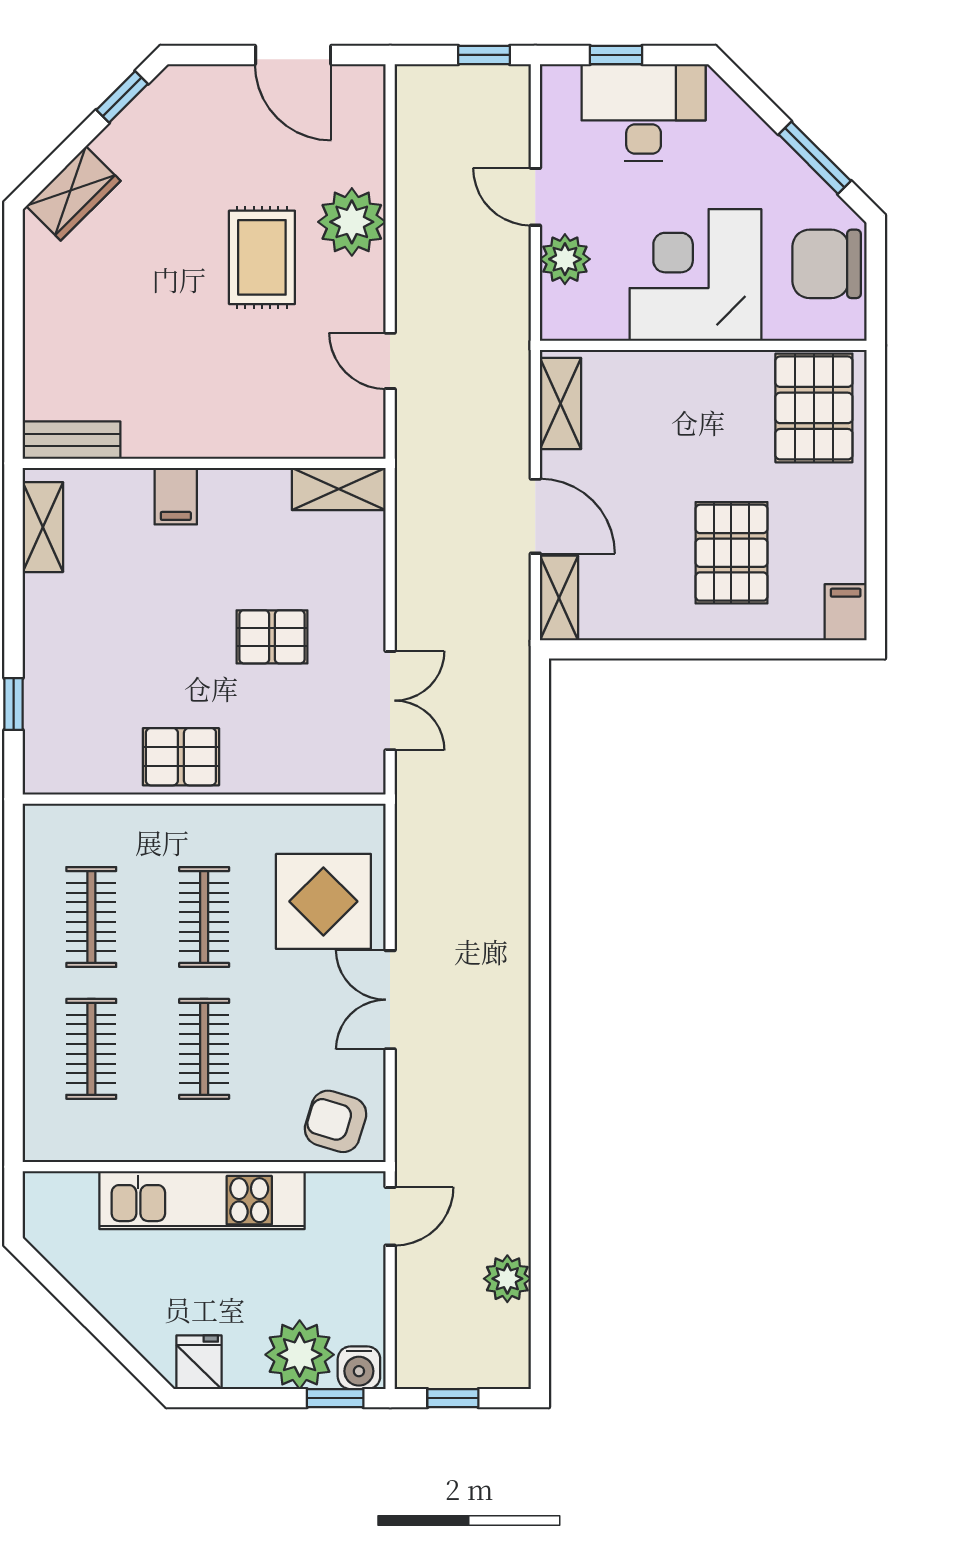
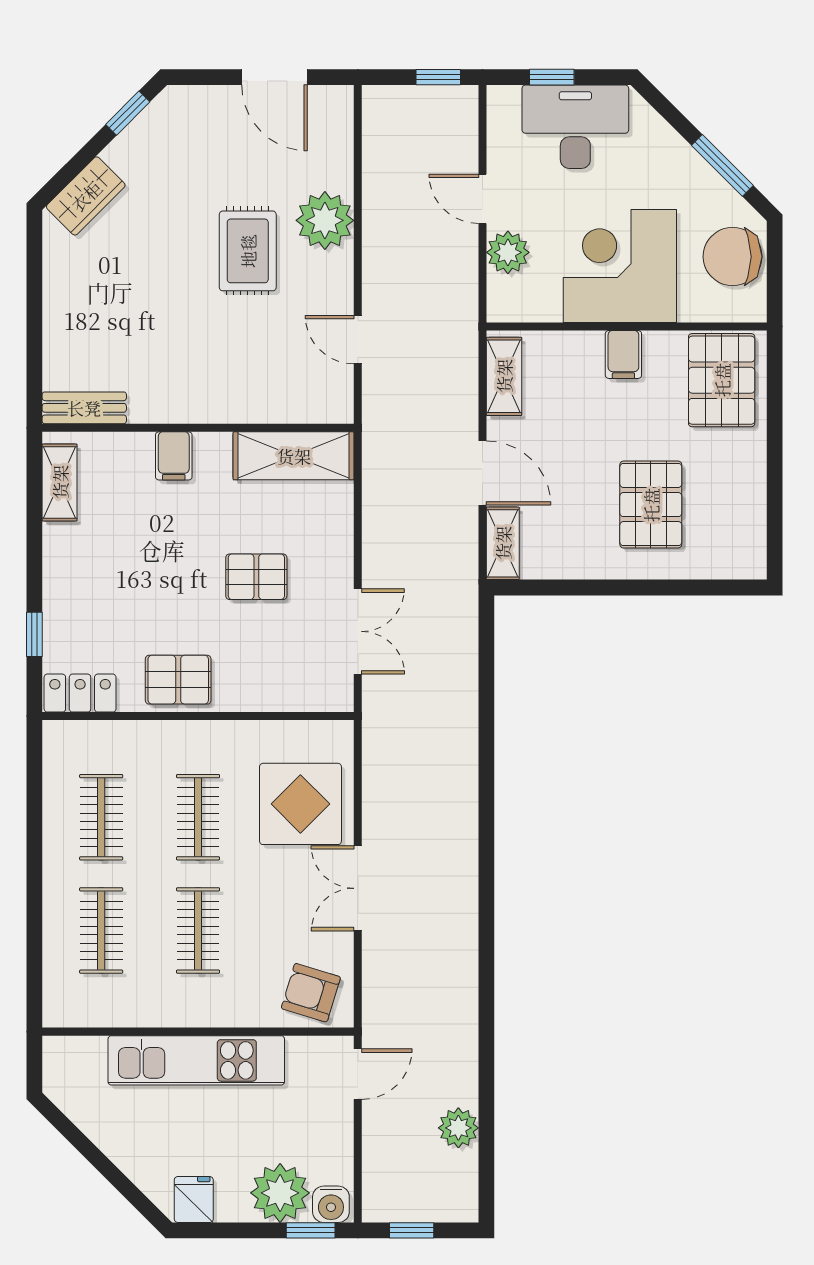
shelving: (339, 489) -> (294, 456), width x1.50, depth x1.33
filing cabinet: (846, 612) -> (623, 354), moved, turned 180
locker: (67, 772) -> (80, 693), added

